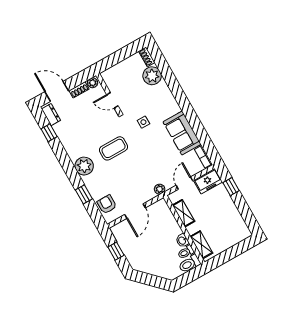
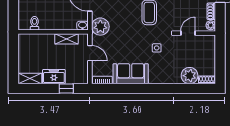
freezer: (208, 181) -> (54, 77), moved, turned 90
plant: (160, 189) -> (100, 27), width x1.88, depth x1.88
washbasin: (182, 241) -> (82, 26), moved
shelving: (201, 245) -> (30, 79), moved
toilet: (189, 264) -> (24, 21), removed

